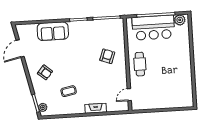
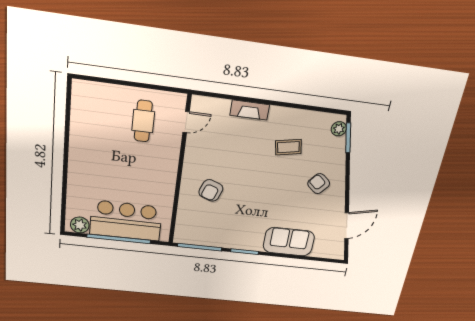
cafe table: (140, 64) -> (143, 121), moved

